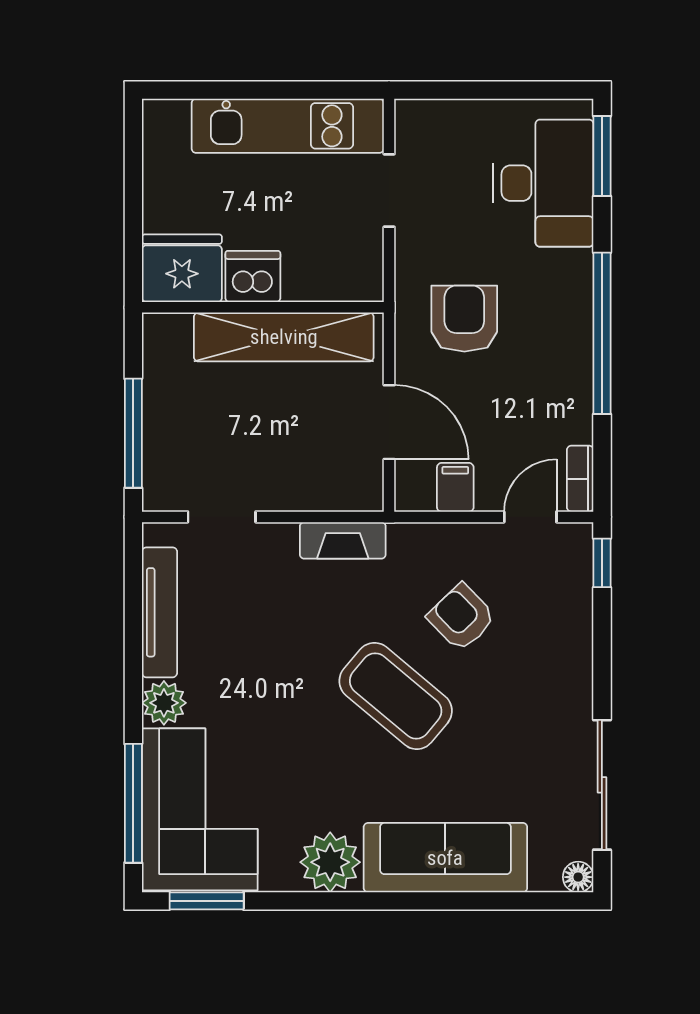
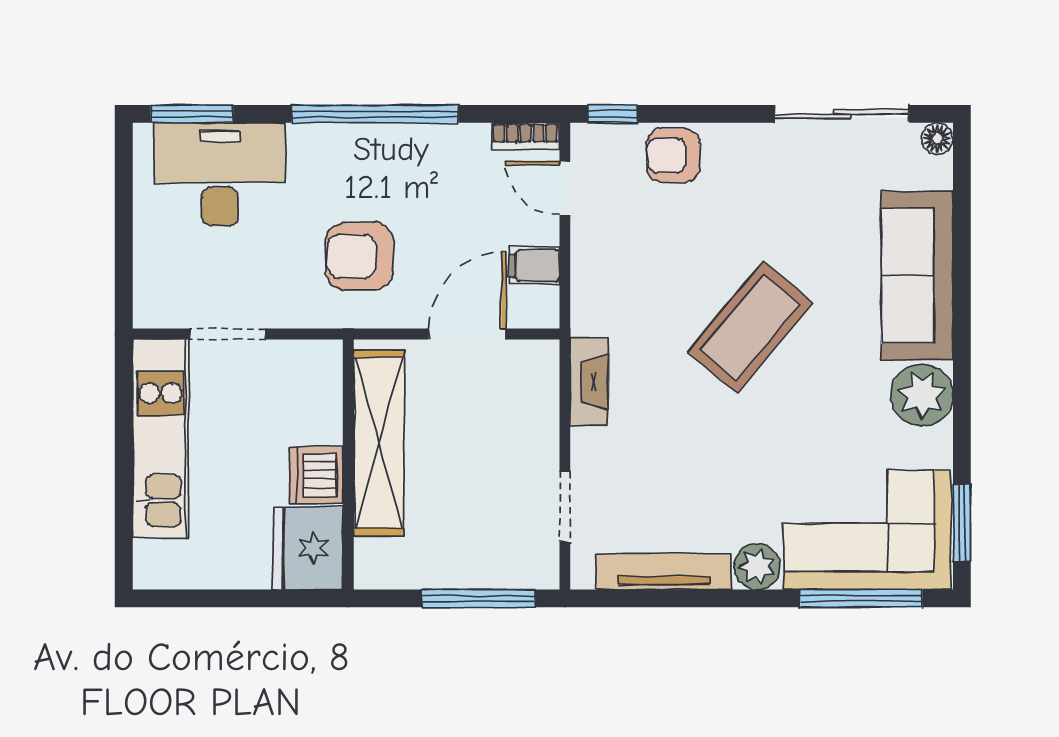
armchair: (461, 617) -> (673, 155), moved, turned 44

